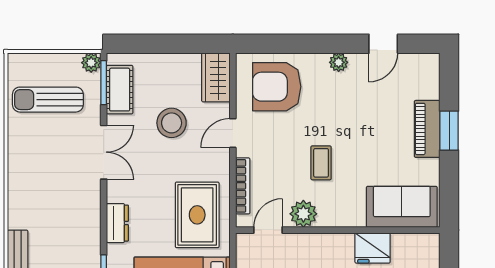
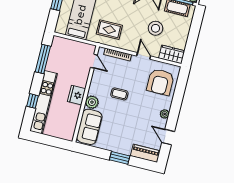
armchair: (277, 87) -> (160, 82), turned 180
piano: (427, 129) -> (145, 153), moved
plant: (303, 214) -> (92, 102), moved
rug: (197, 215) -> (109, 30), width x0.73, depth x0.70
fridge: (373, 248) -> (77, 95), moved

